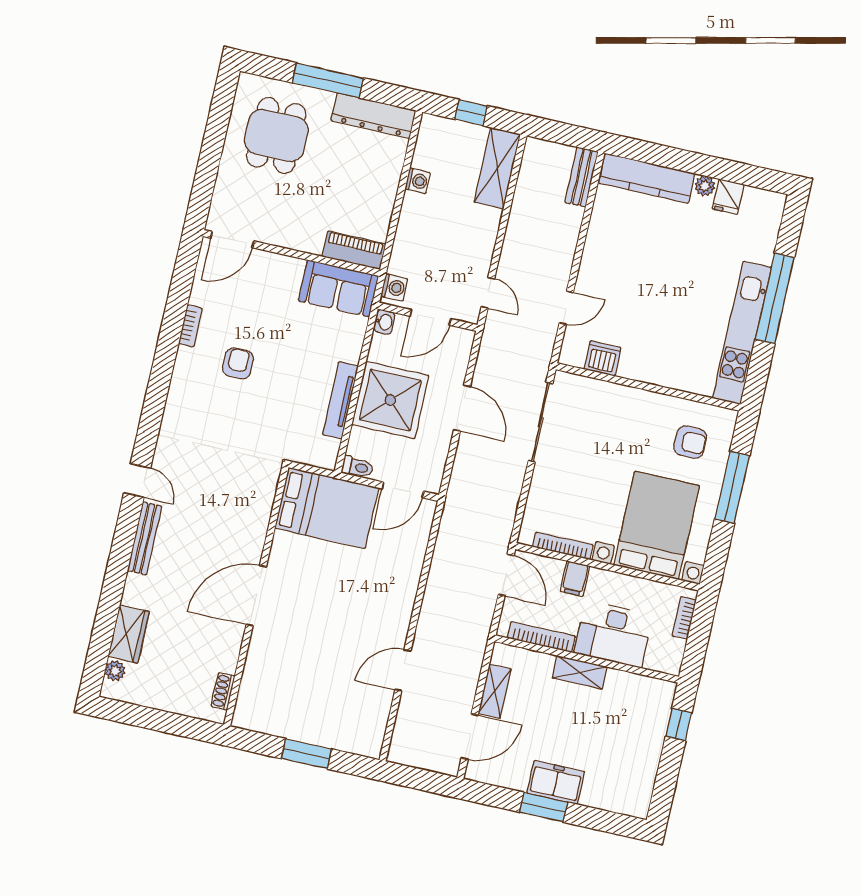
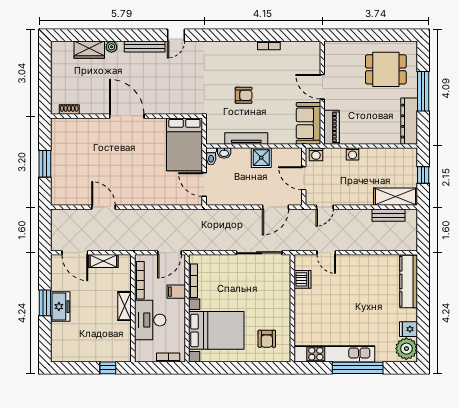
bench: (582, 177) -> (389, 215), moved
washing machine: (418, 181) -> (353, 154), moved
plant: (705, 186) -> (406, 349), moved, width x1.87, depth x1.87
door: (232, 240) -> (322, 87), moved
washbasin: (384, 322) -> (224, 153), moved
armchair: (238, 363) -> (244, 95), moved
shower: (390, 400) -> (261, 158), width x0.54, depth x0.54
door: (462, 408) -> (275, 207), moved
window: (732, 487) -> (247, 368), removed
plant: (115, 671) -> (112, 47), moved

